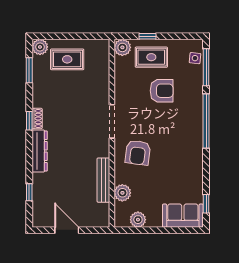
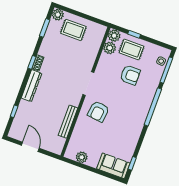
plant: (122, 193) -> (110, 48), moved

